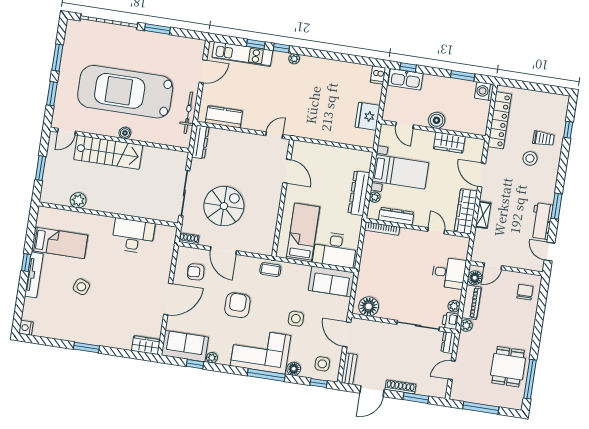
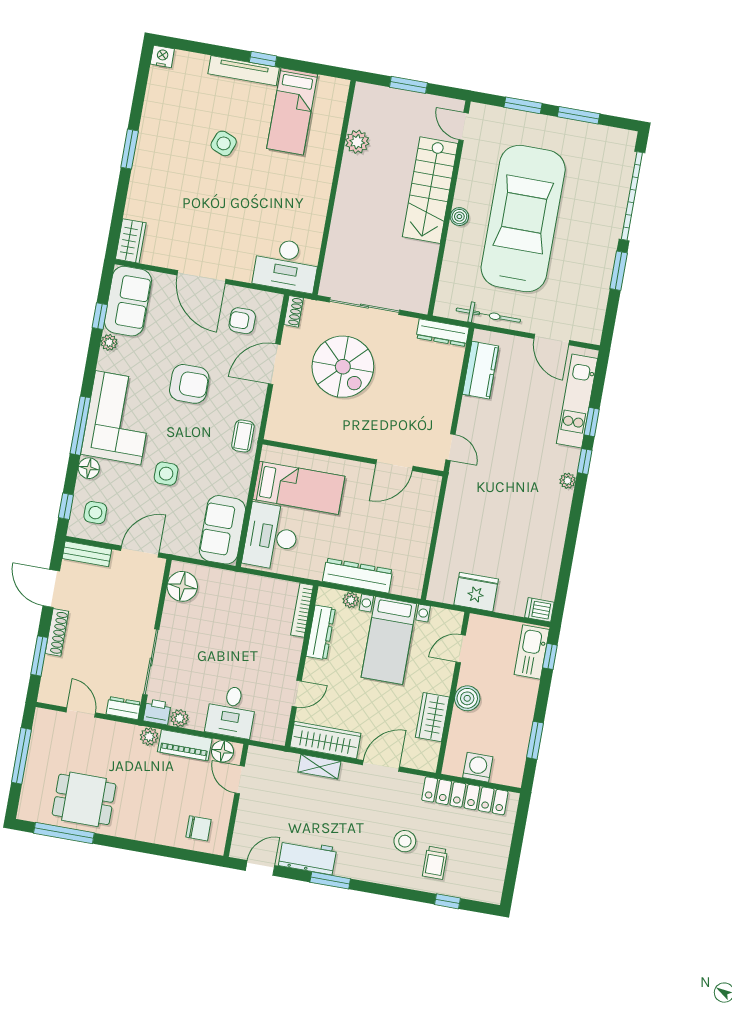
washing machine: (484, 91) -> (478, 767), moved
desk: (133, 236) -> (286, 265), moved, turned 90
armchair: (196, 272) -> (242, 321), turned -86

